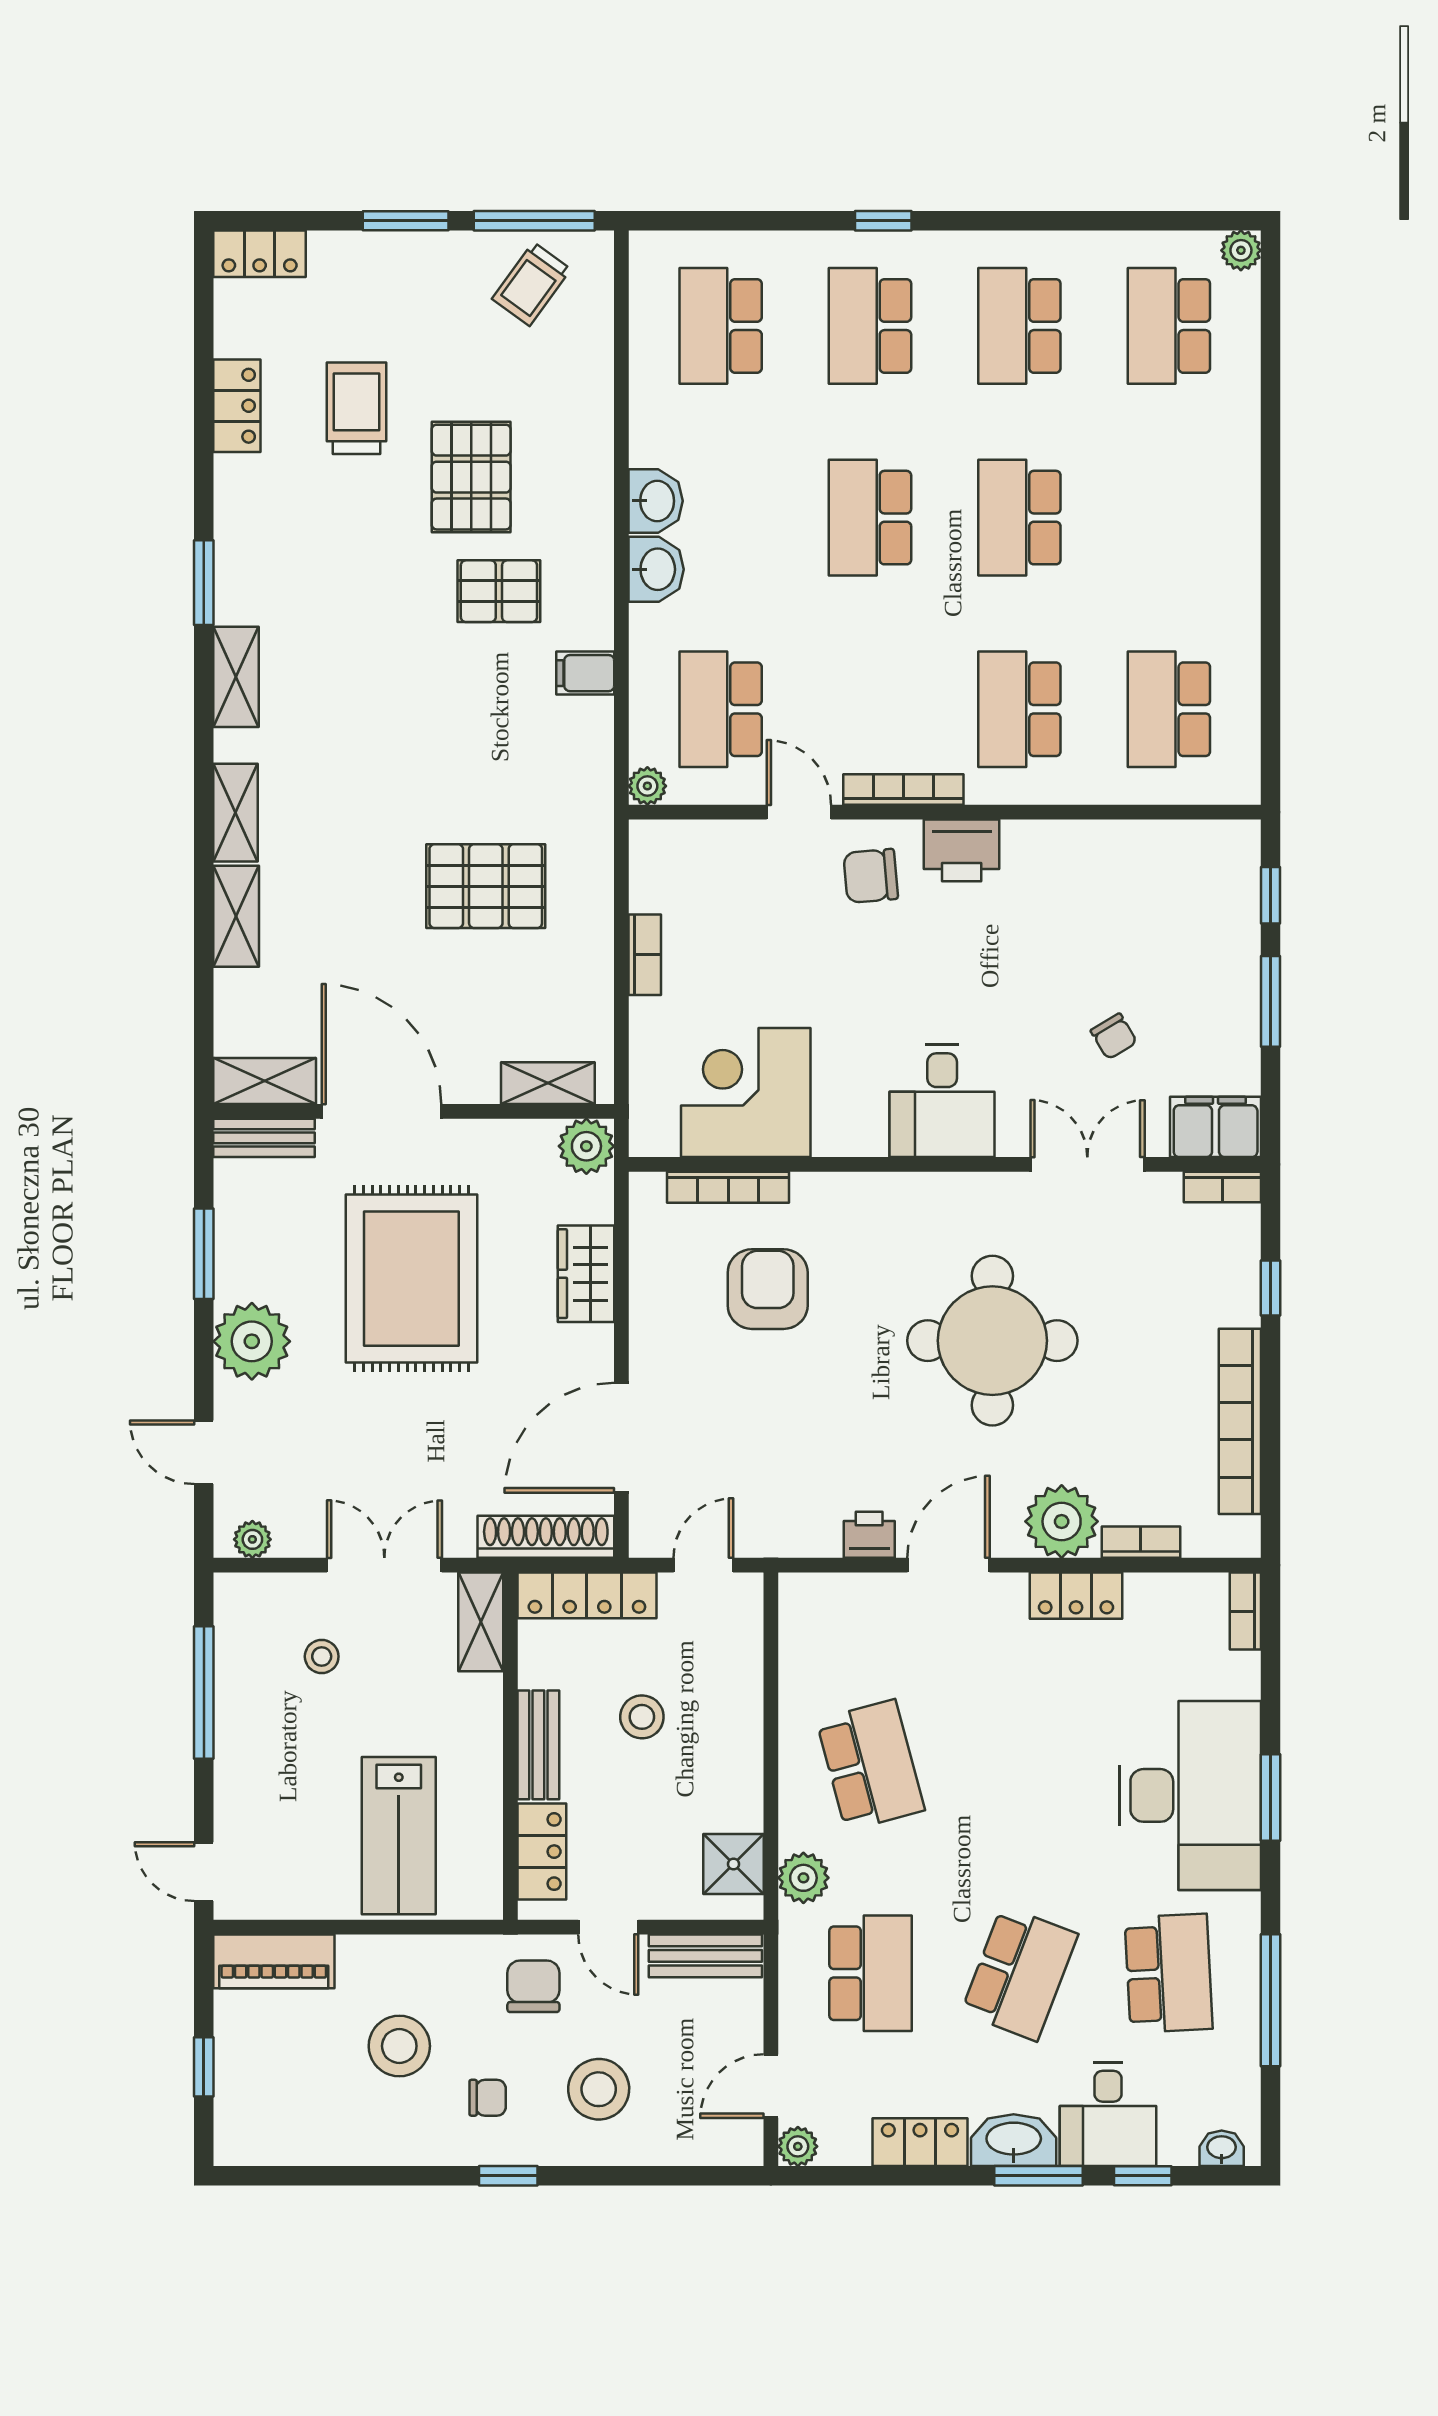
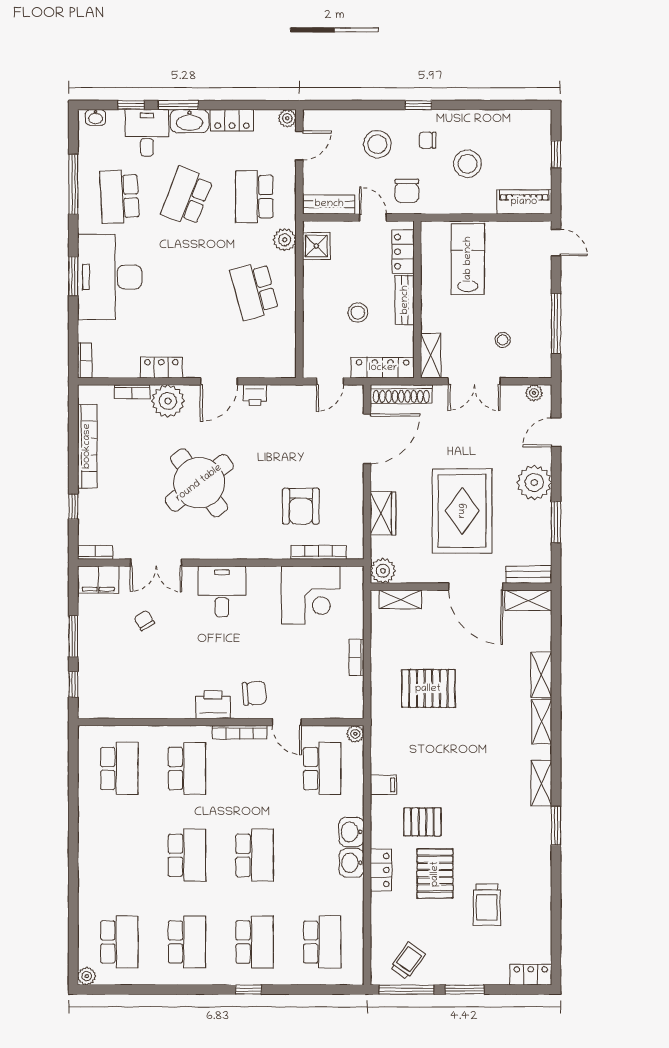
locker: (237, 406) -> (381, 870), moved, turned 180
round table: (992, 1341) -> (199, 483), turned -37
door: (204, 1452) -> (556, 432), swing flipped

